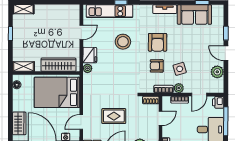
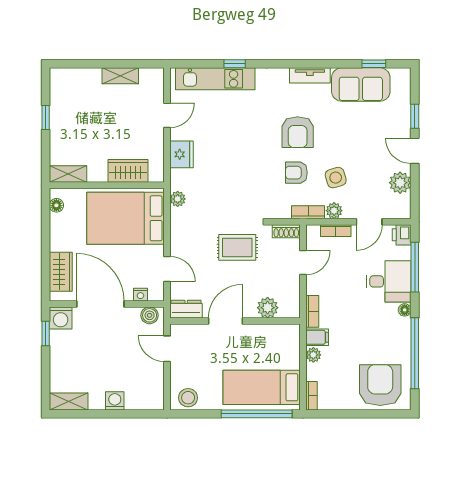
shelving: (23, 9) -> (120, 76), moved
stool: (123, 42) -> (238, 131), removed
wardrobe: (58, 65) -> (128, 171), width x0.67
plant: (87, 68) -> (178, 199), moved
rug: (114, 116) -> (237, 247), moved
door: (81, 122) -> (167, 269), swing flipped

